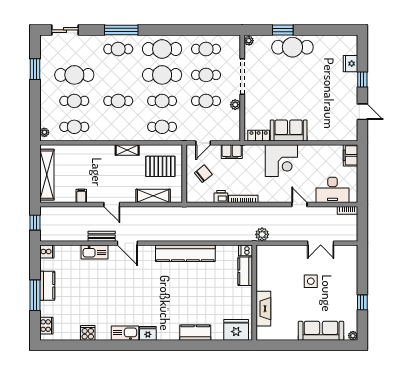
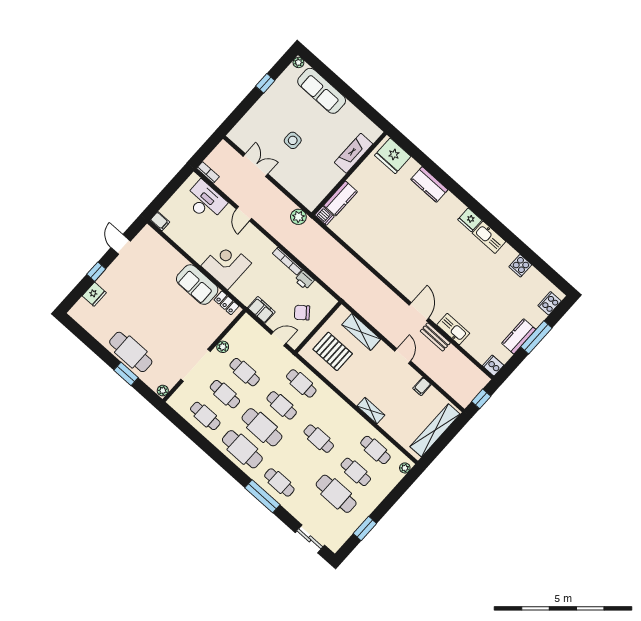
shelving: (127, 150) -> (371, 411), moved
filing cabinet: (350, 155) -> (160, 221), width x0.50
kitchen counter: (185, 253) -> (377, 259), removed

